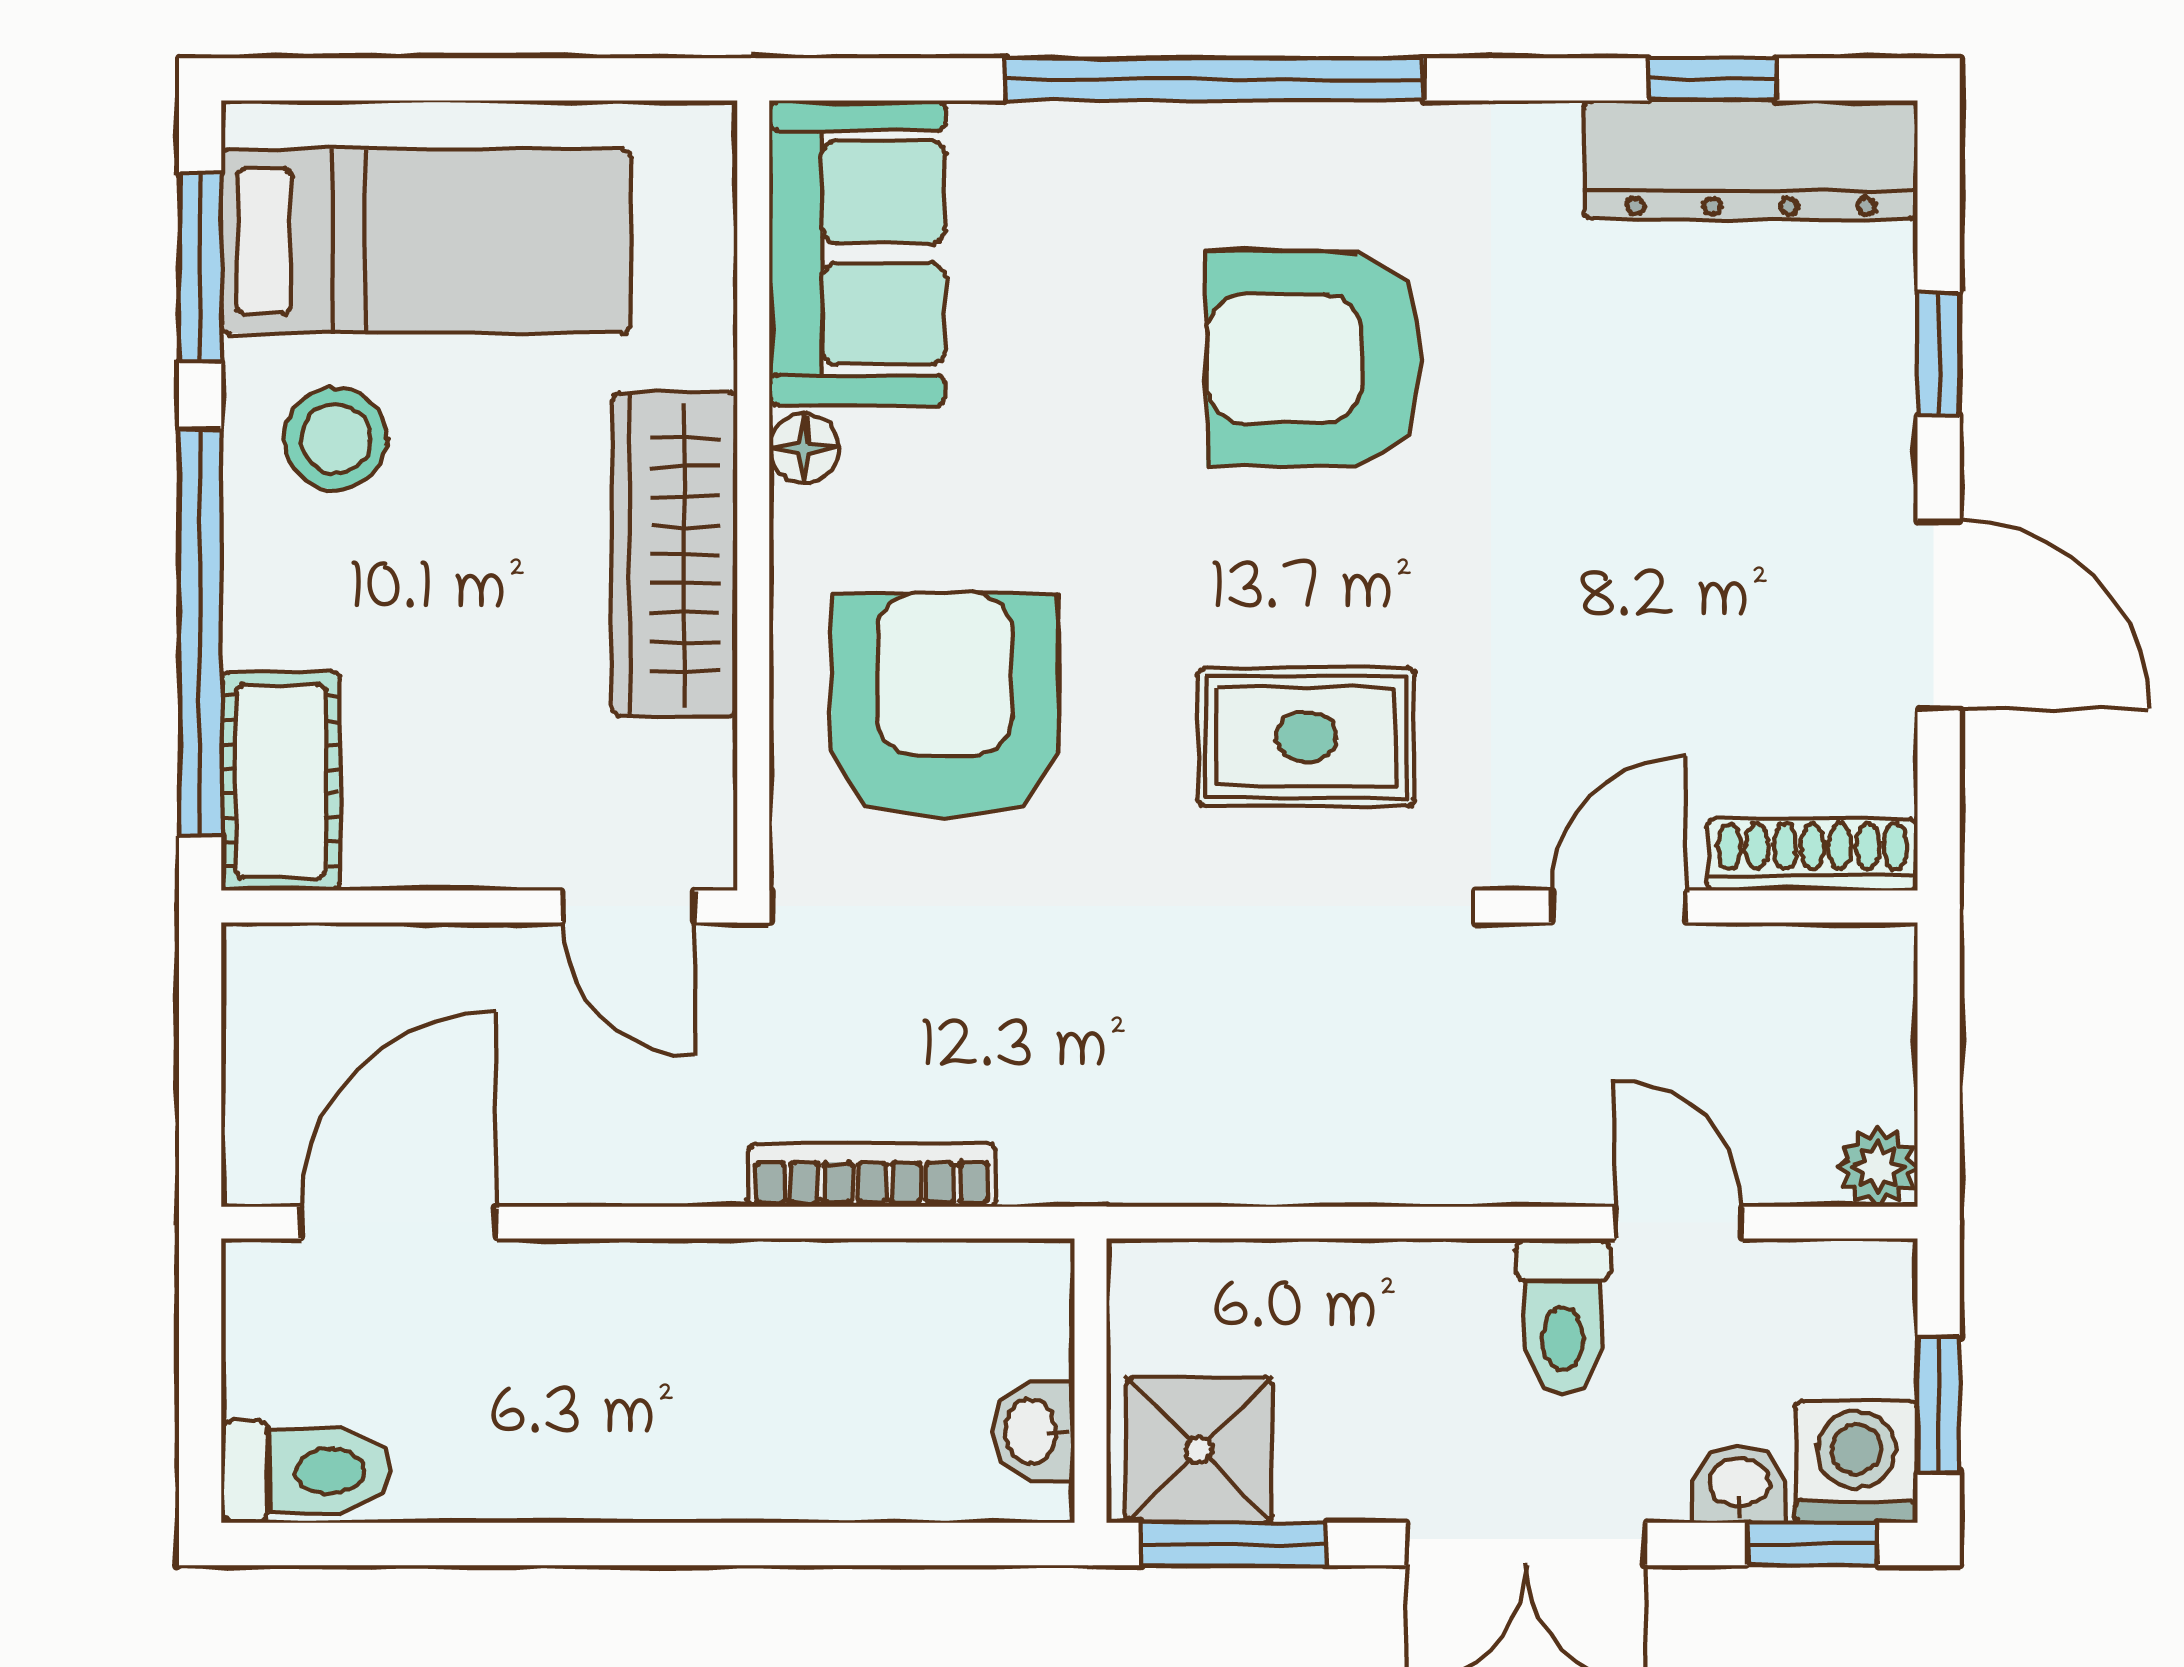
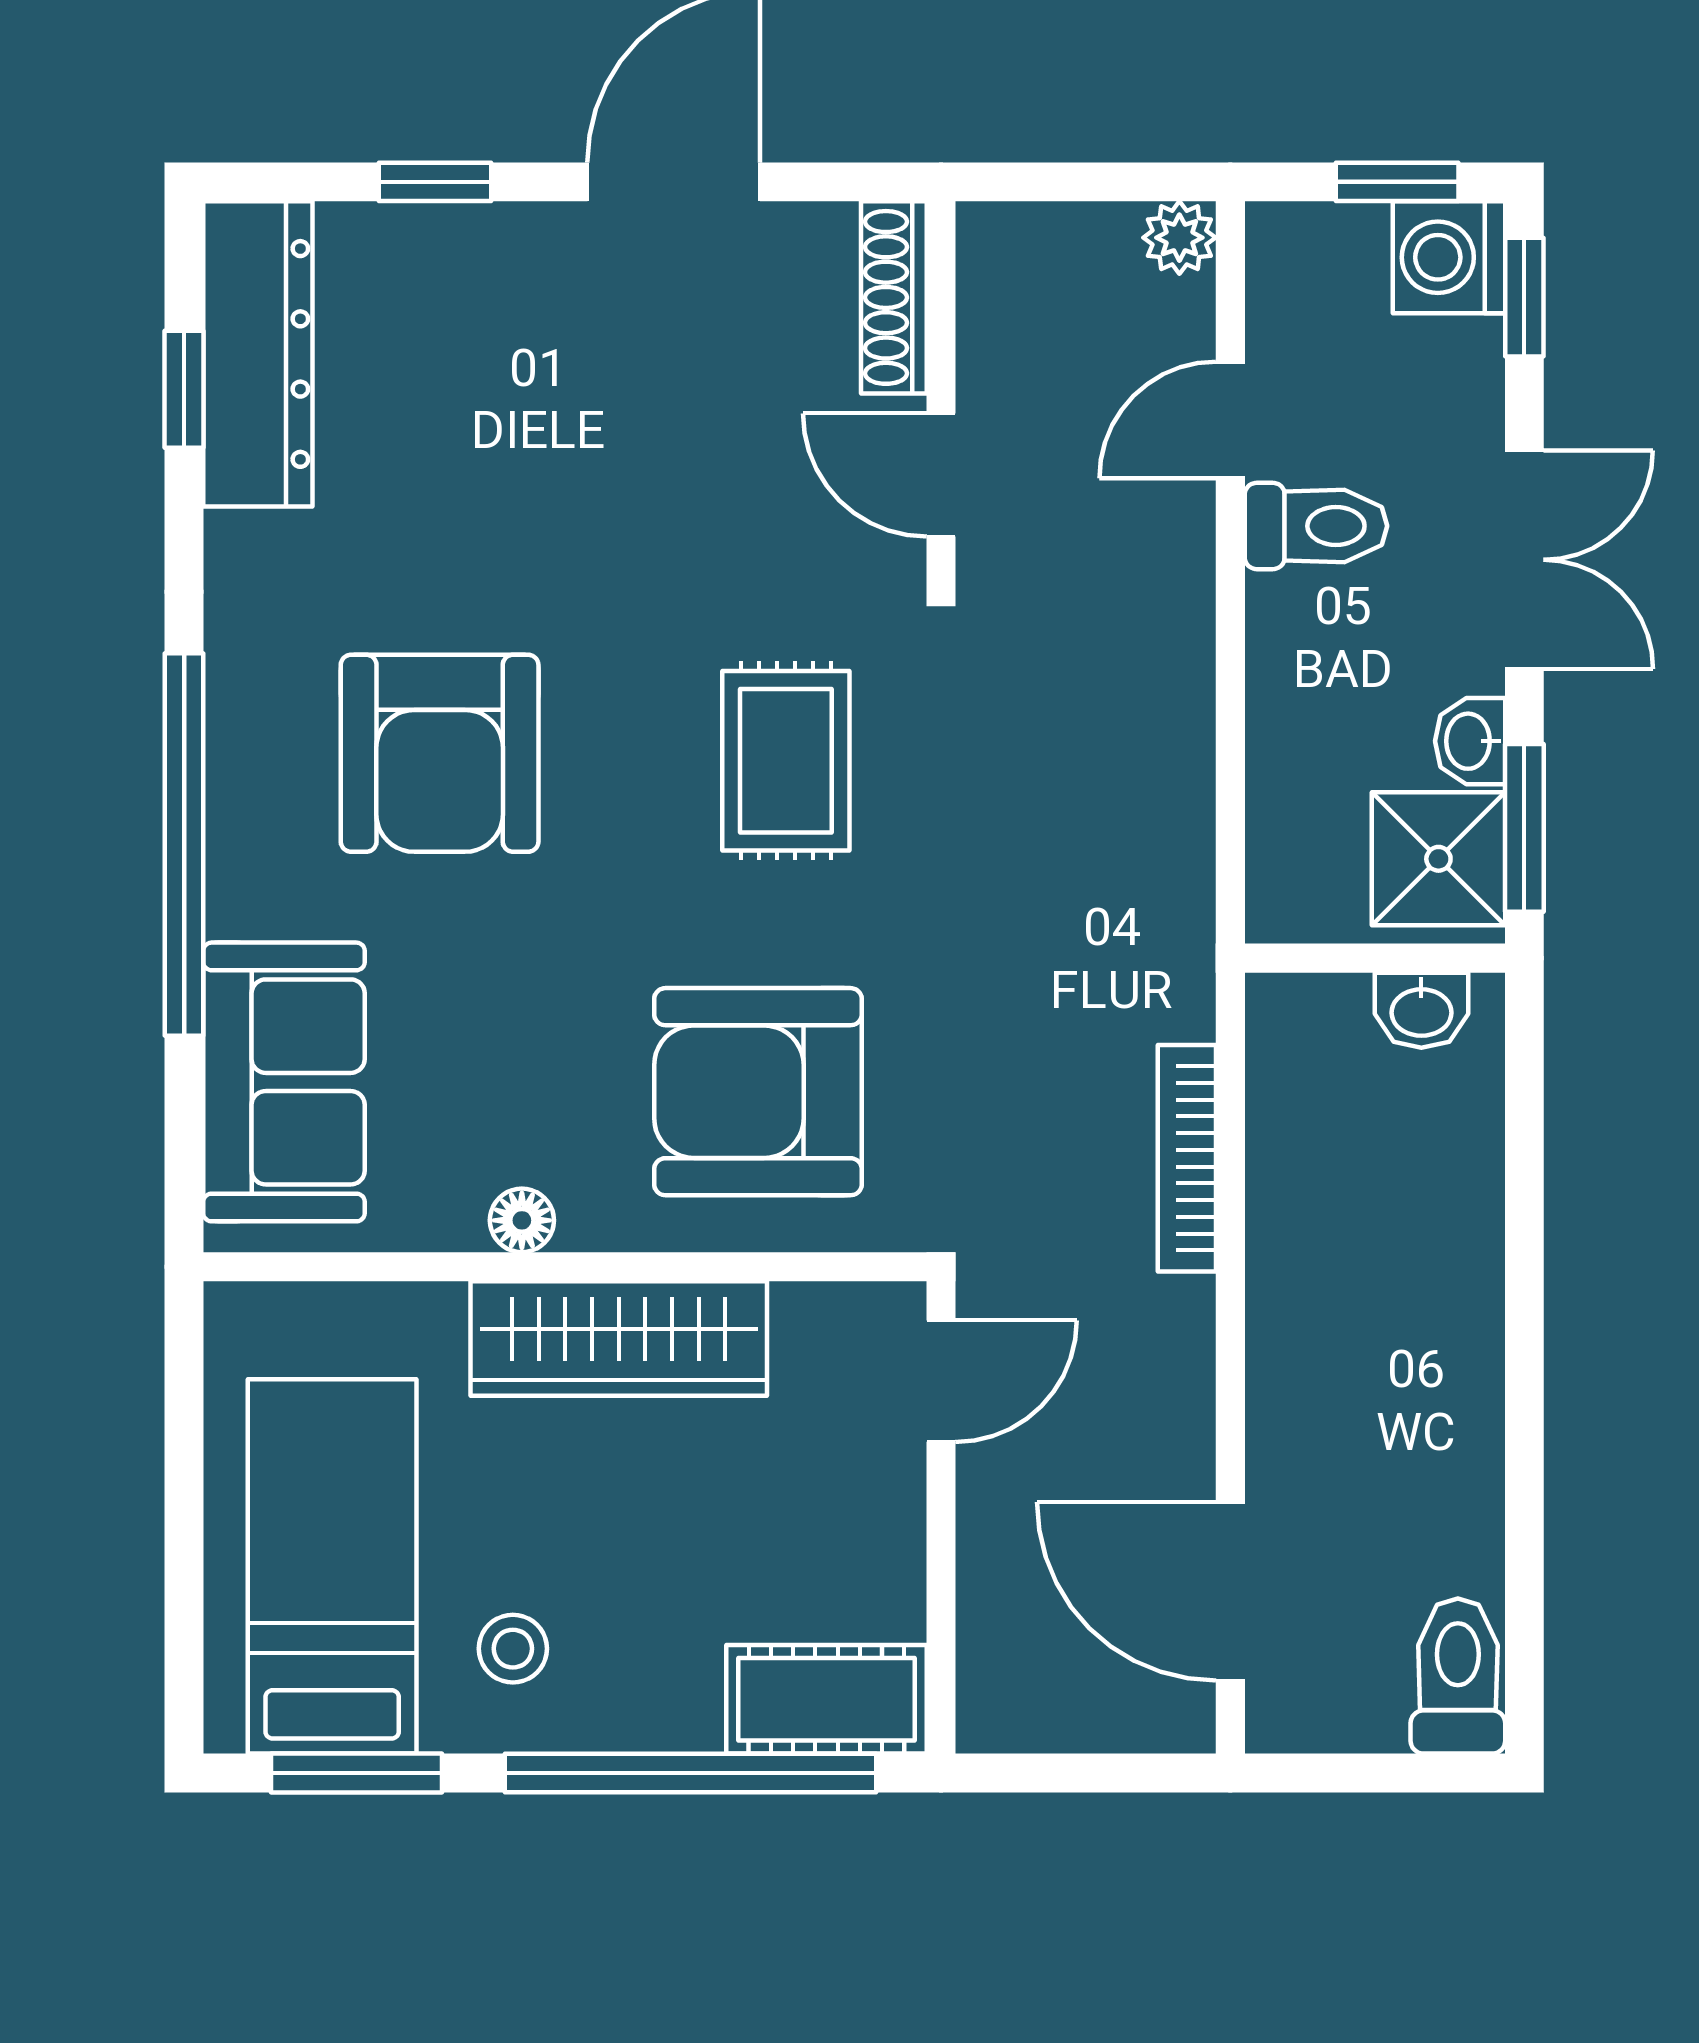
sofa: (857, 253) -> (284, 1082), moved, turned 90
stool: (336, 439) -> (513, 1649), width x0.73, depth x0.73
washbasin: (1739, 1485) -> (1470, 741), moved

